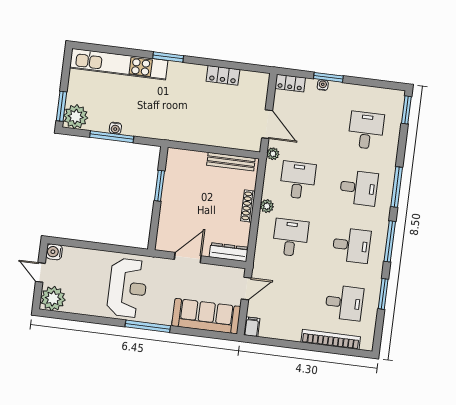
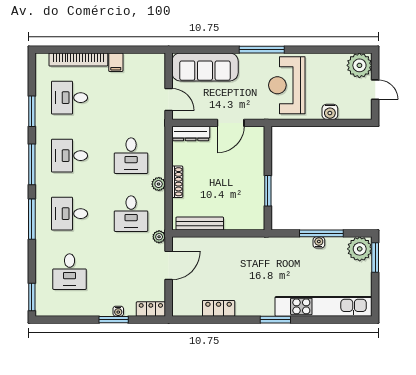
door: (267, 124) -> (169, 265), swing flipped
water cooler: (54, 252) -> (330, 112), moved, turned 90
door: (246, 288) -> (169, 100), swing flipped
filing cabinet: (252, 327) -> (116, 62), moved

